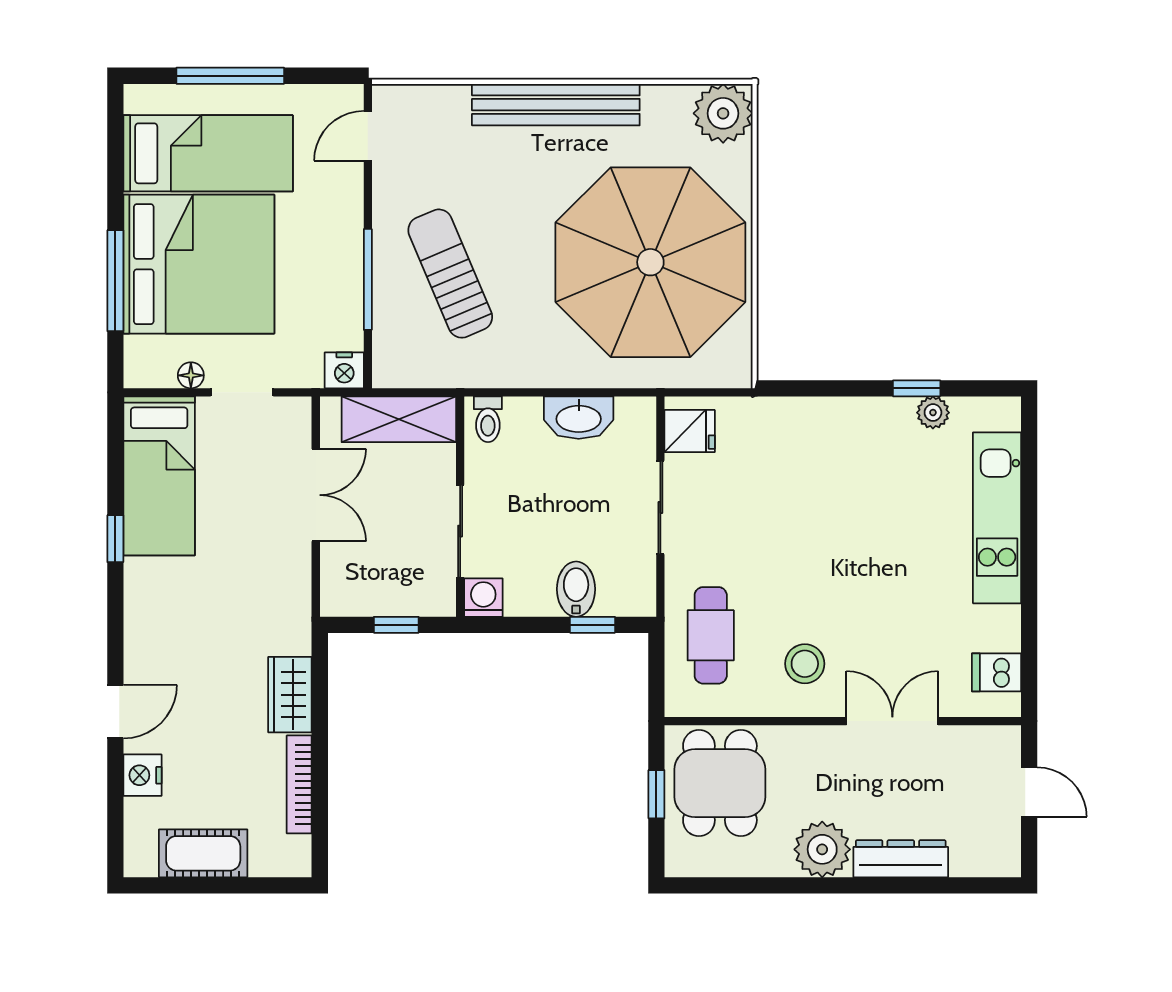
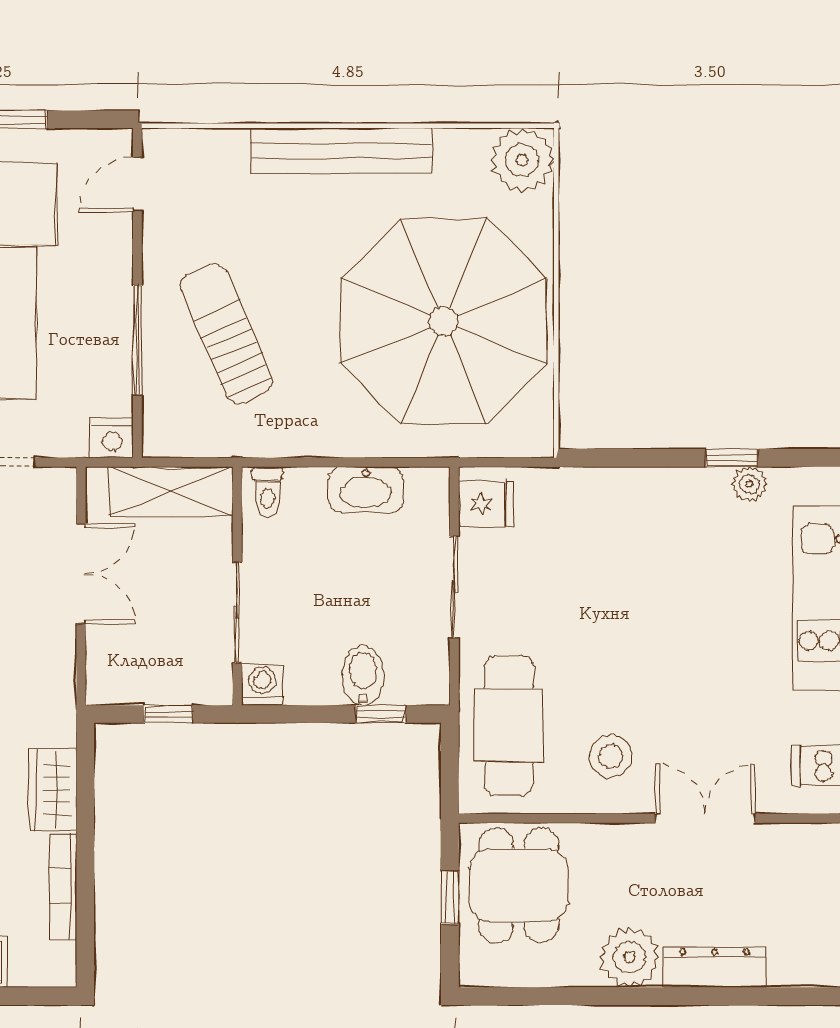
cafe table: (711, 635) -> (509, 725), width x1.37, depth x1.35

